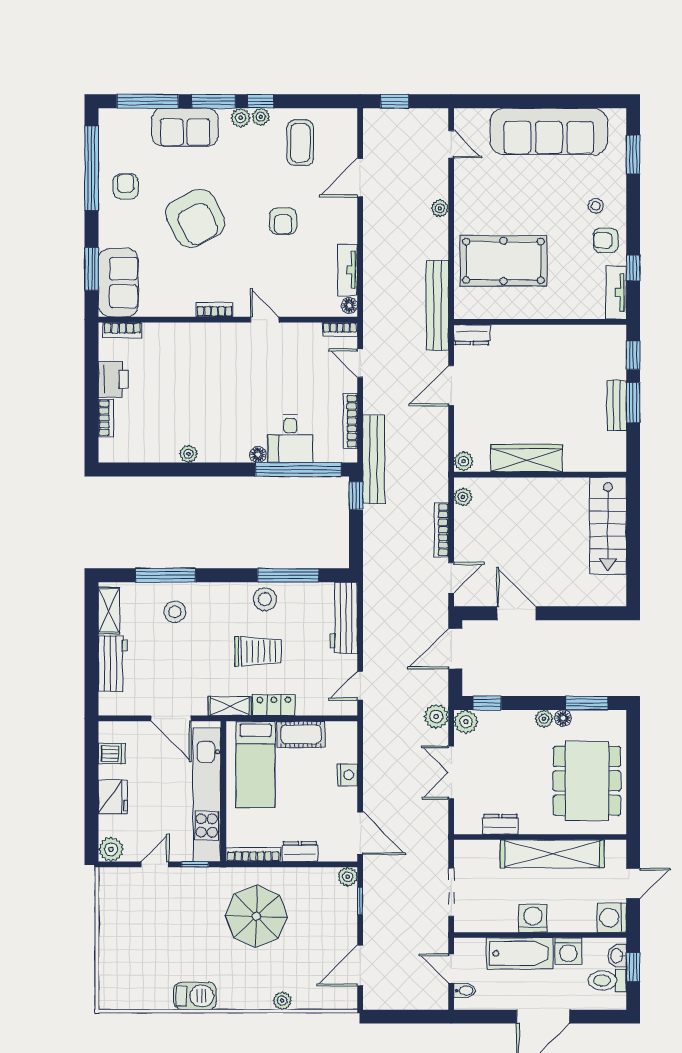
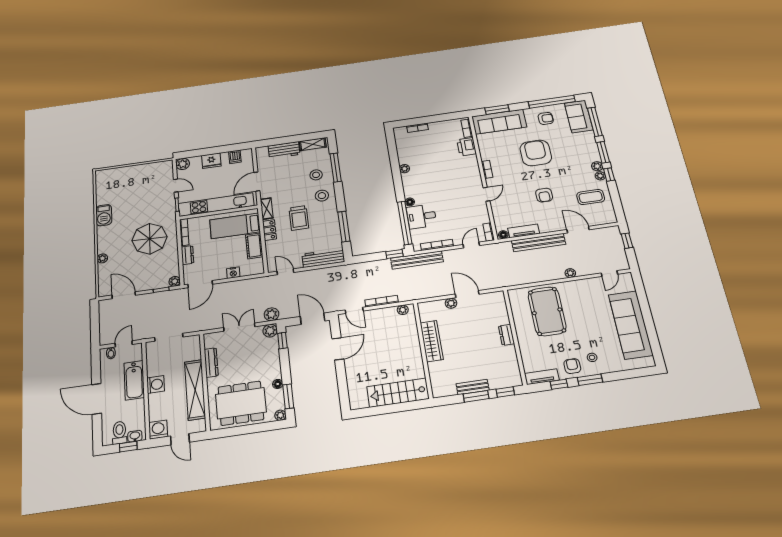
sofa: (185, 127) -> (579, 116), moved
window: (633, 154) -> (590, 380), moved
armchair: (195, 218) -> (536, 153), turned 117
armchair: (283, 221) -> (544, 195), turned -90
sofa: (118, 282) -> (499, 122), width x1.36
bench: (437, 305) -> (539, 243), moved
dresser: (472, 335) -> (507, 335), moved
printer: (113, 379) -> (467, 147), moved, turned 90
plant: (463, 461) -> (451, 303), moved
stool: (265, 599) -> (322, 196), moved
plant: (544, 719) -> (280, 415), moved
dresser: (500, 824) -> (211, 363), width x1.44
washing machine: (568, 951) -> (137, 408), removed

